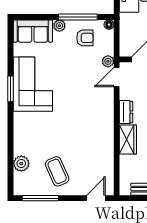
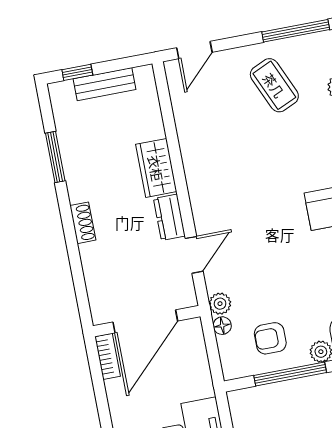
floor lamp: (109, 25) -> (222, 326), moved
door: (117, 77) -> (194, 255), moved

